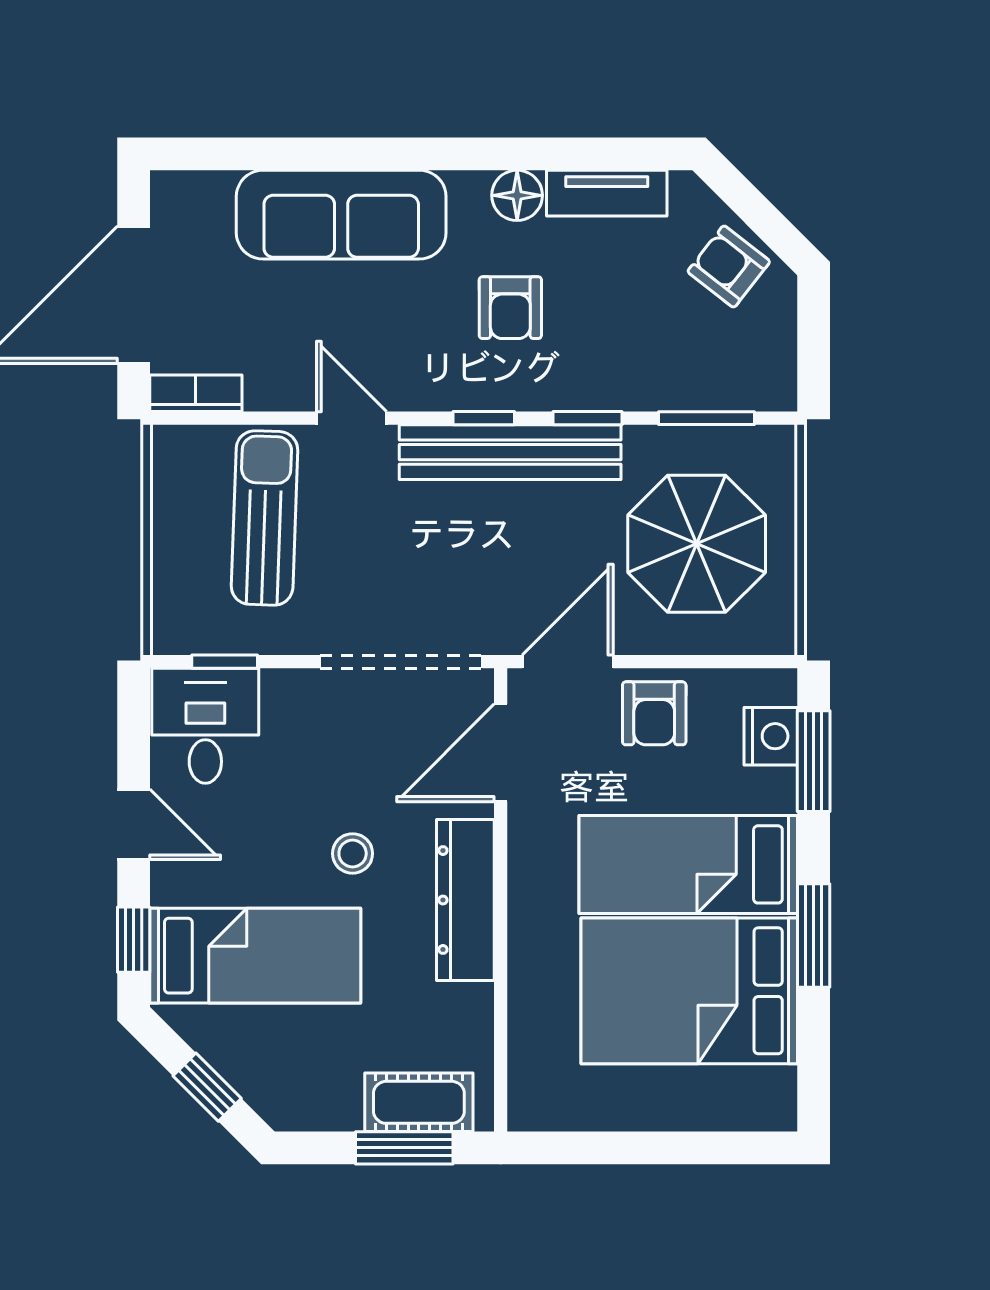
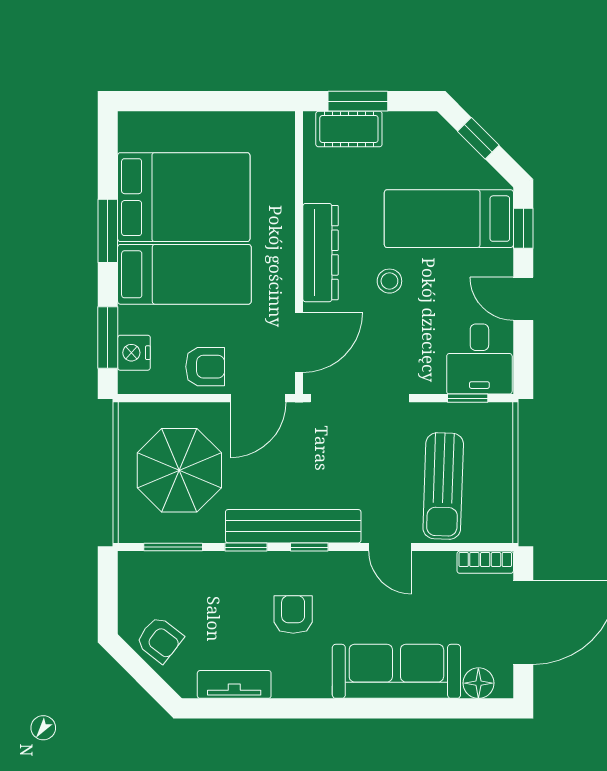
floor lamp: (517, 195) -> (478, 683), moved
armchair: (654, 713) -> (205, 367), turned 90

